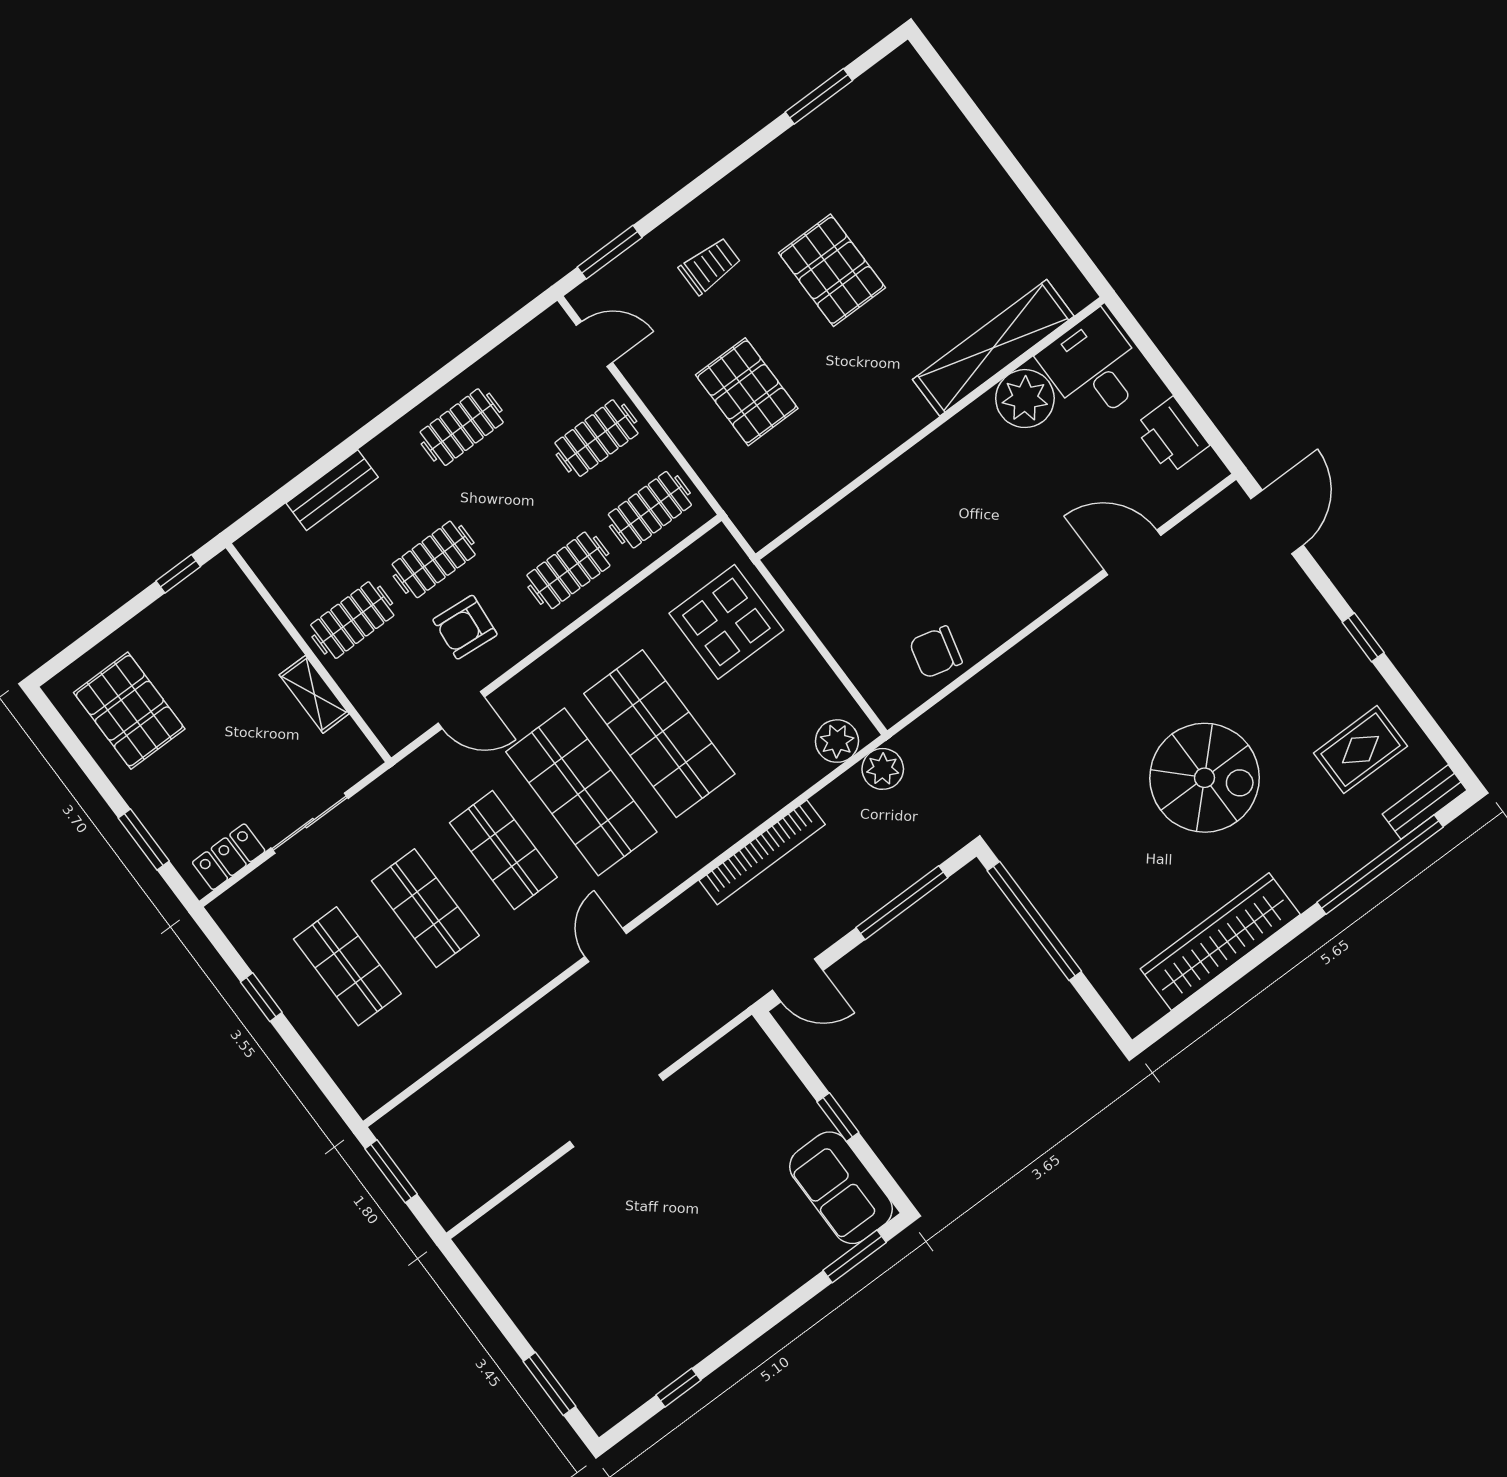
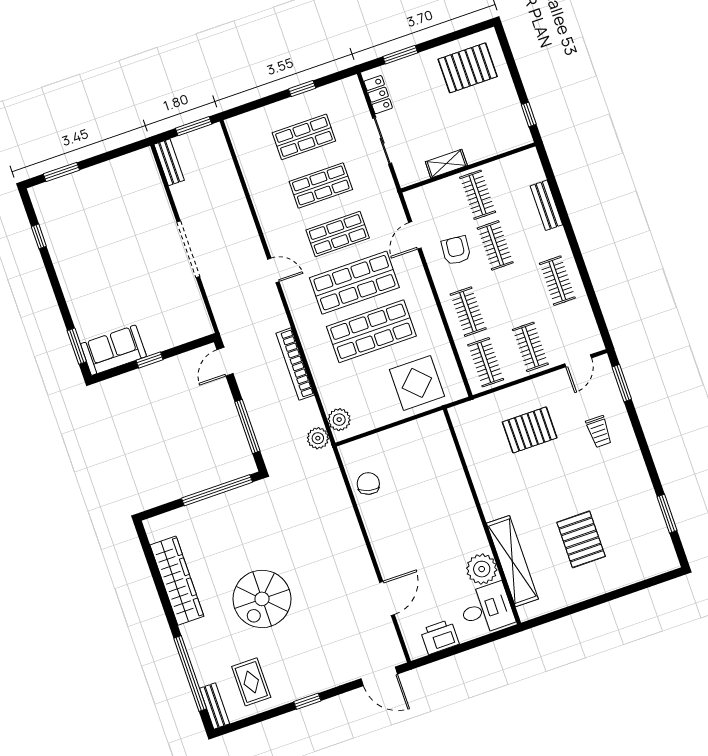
pallet: (832, 270) -> (581, 539), moved, turned 90
bench: (470, 1195) -> (169, 162), added

